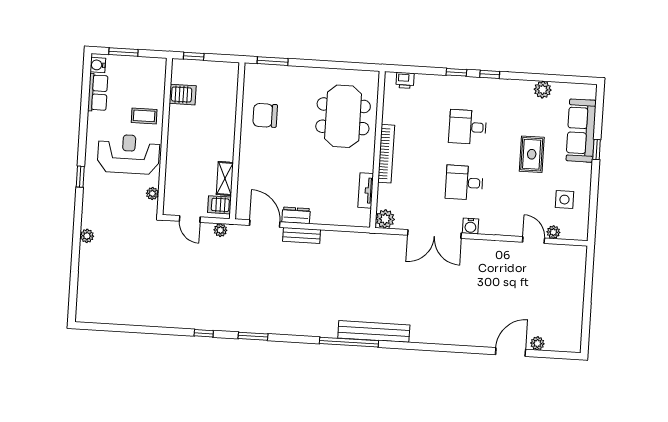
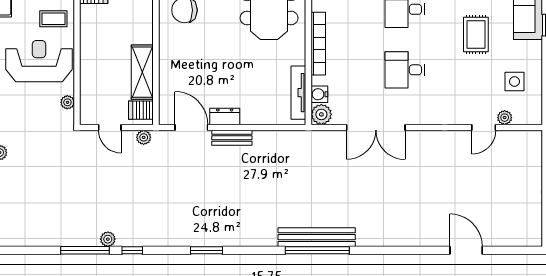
shelving: (225, 179) -> (142, 72), width x1.50, depth x1.33
tv unit: (366, 190) -> (298, 93), width x1.41
water cooler: (471, 226) -> (319, 94), moved, turned 90
door: (534, 240) -> (484, 127), swing flipped
window: (160, 331) -> (85, 250), added
window: (253, 336) -> (207, 250), moved
window: (349, 342) -> (317, 250), moved
plant: (537, 343) -> (108, 239), moved
door: (511, 352) -> (466, 250), hinge flipped

